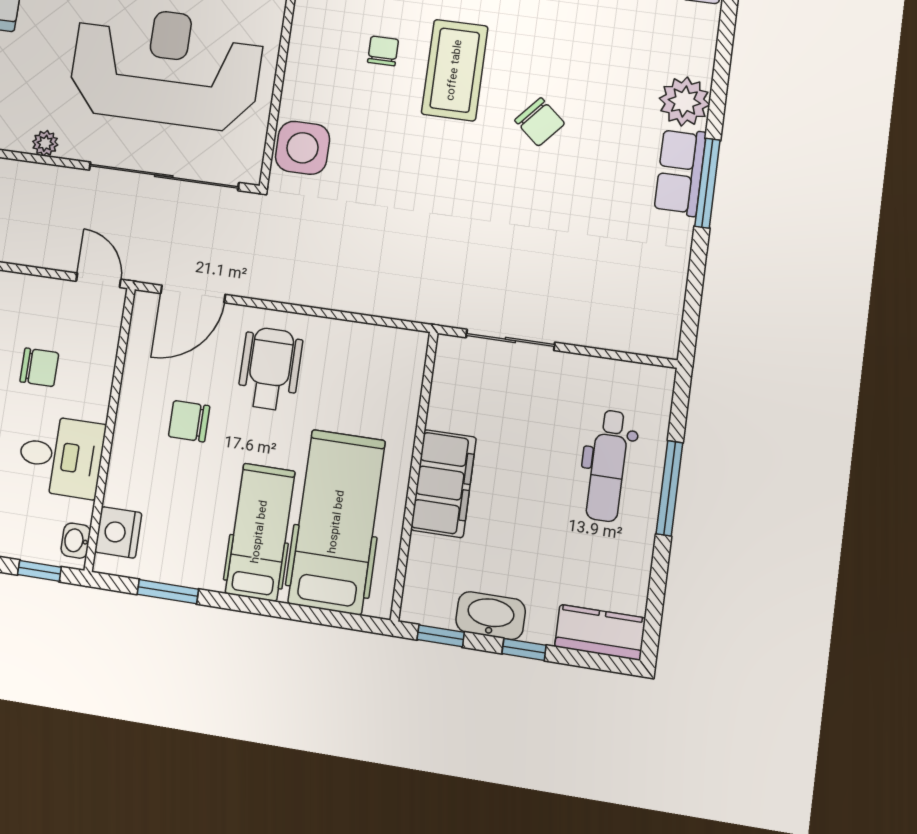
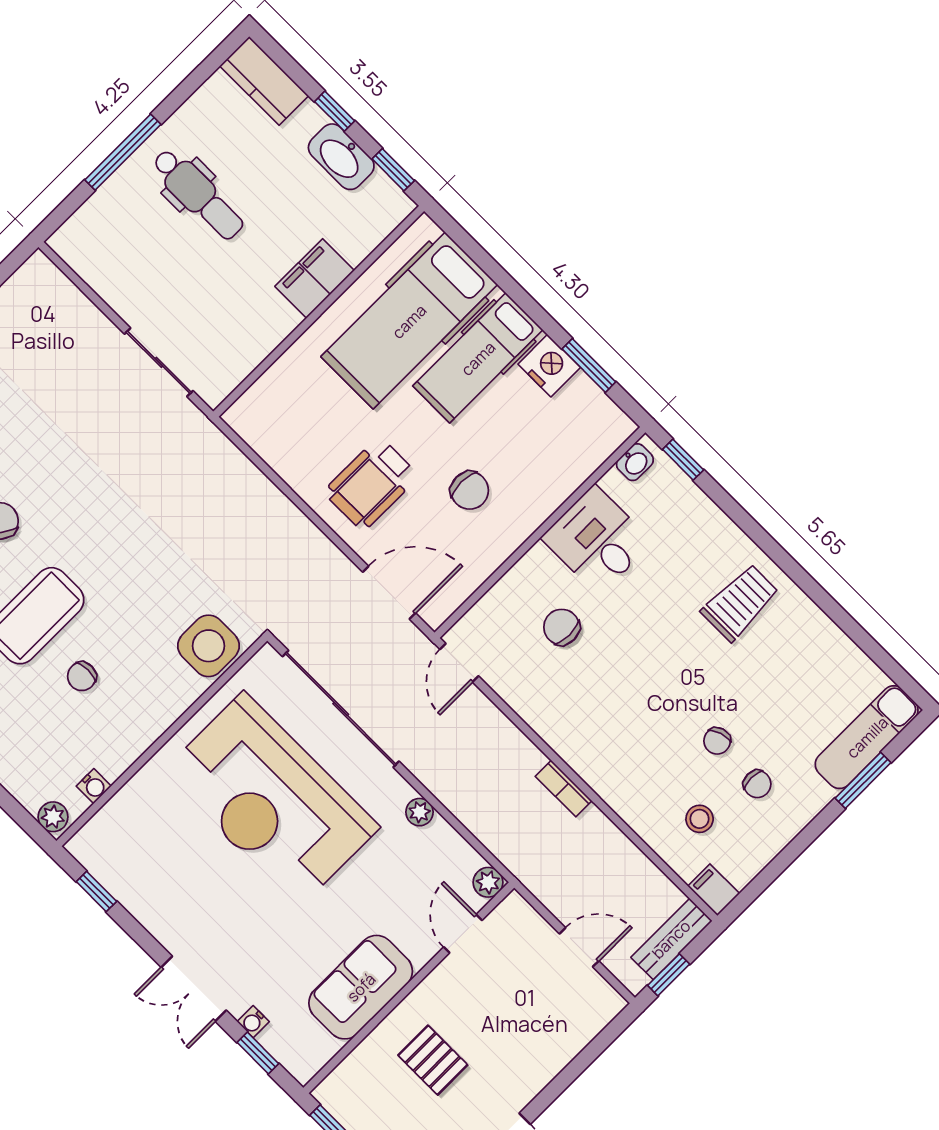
dental chair: (608, 466) -> (198, 194), moved, turned 90
filing cabinet: (443, 484) -> (315, 278), width x0.67, depth x0.86
nightstand: (118, 532) -> (549, 366), moved, turned -90

